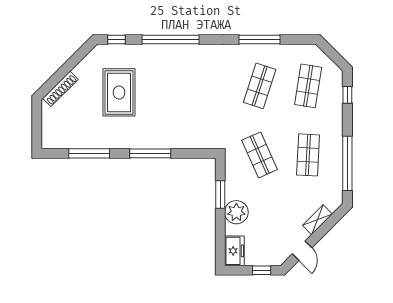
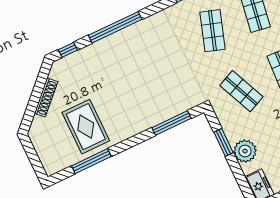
shoe rack: (60, 89) -> (46, 97), moved
rug: (119, 92) -> (86, 127), moved
window: (150, 153) -> (172, 123), moved

